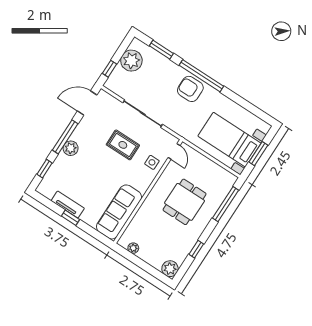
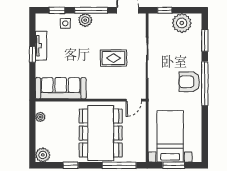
armchair: (190, 89) -> (189, 82), turned -90
rug: (123, 145) -> (113, 58), turned 90
side table: (152, 162) -> (65, 23), moved
dining table: (185, 202) -> (101, 133), width x1.88, depth x1.24

